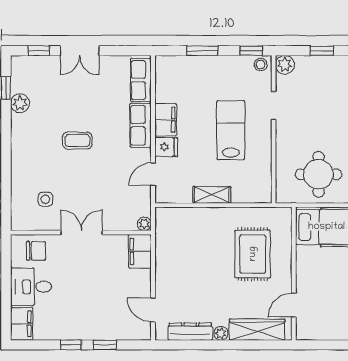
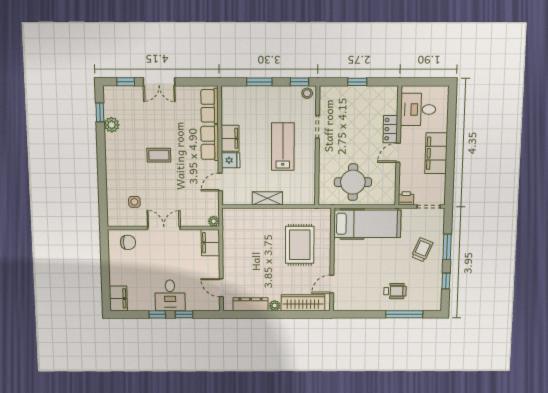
plant: (285, 65) -> (327, 93), removed
desk: (31, 287) -> (170, 295), moved, turned -90

